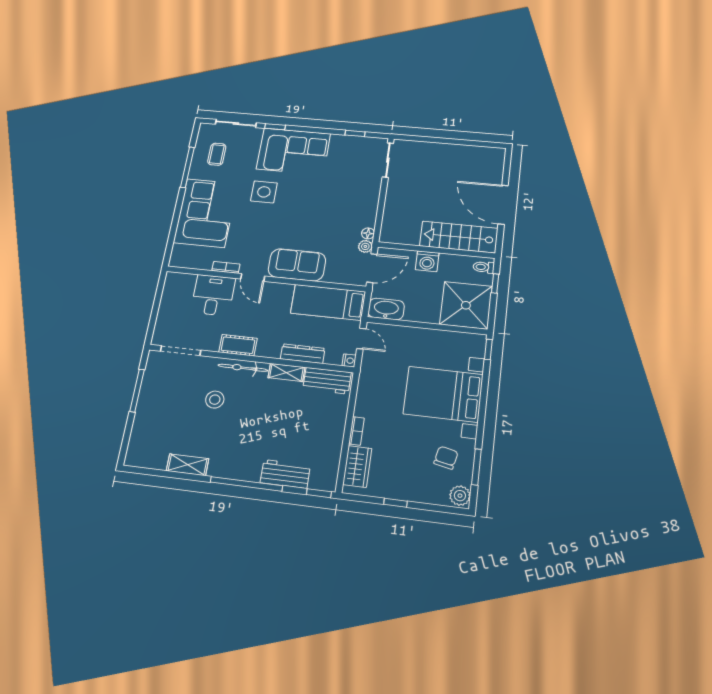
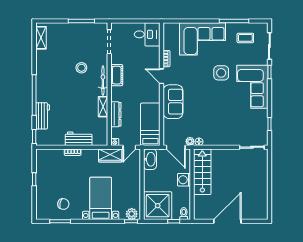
stairs: (459, 237) -> (202, 172), moved
door: (253, 278) -> (162, 76), hinge flipped
desk: (213, 295) -> (147, 34), moved
workbench: (327, 381) -> (79, 139), moved, turned 90
bed with nightstands: (443, 394) -> (101, 198), width x0.73
shelving: (188, 465) -> (41, 38), moved
wardrobe: (357, 466) -> (110, 156), moved
plant: (460, 496) -> (132, 214), moved

